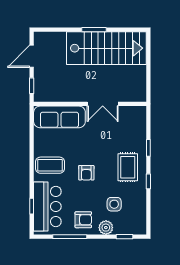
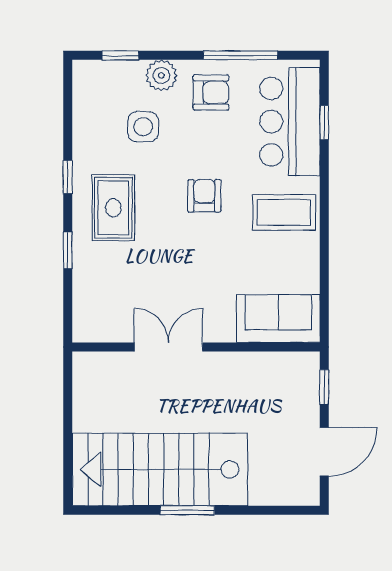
sofa: (59, 117) -> (278, 319), width x0.73
armchair: (83, 220) -> (211, 93), turned 180

